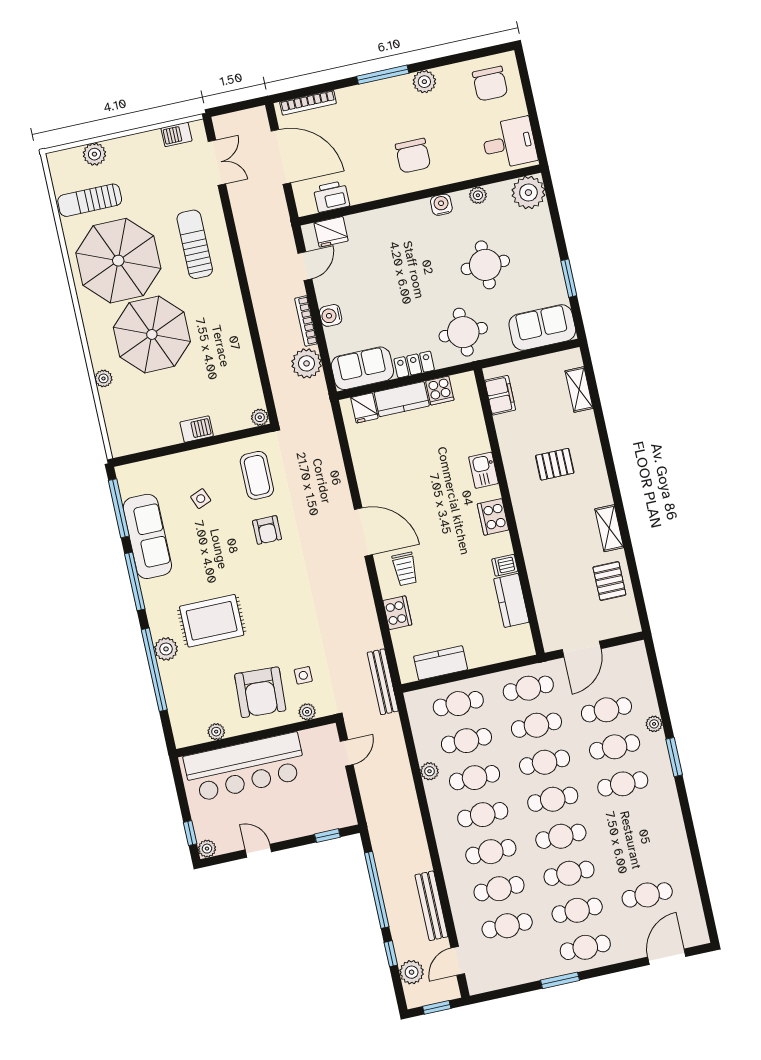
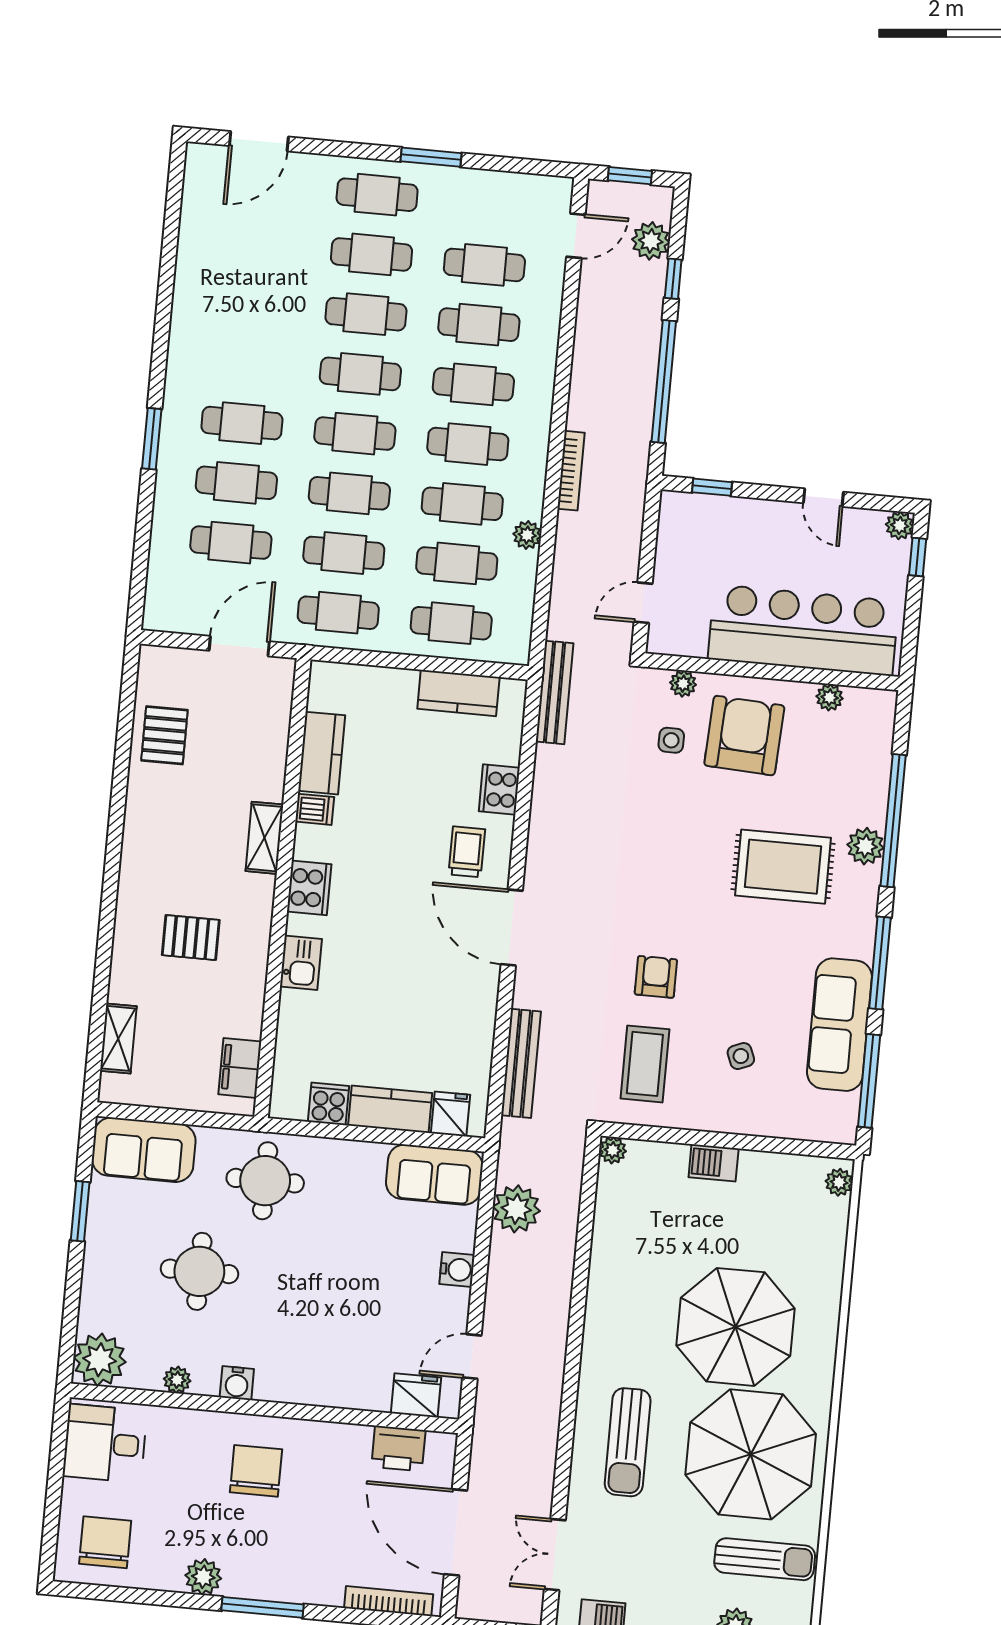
bookcase: (306, 321) -> (571, 471), moved
locker: (414, 364) -> (355, 1156), removed
plant: (103, 378) -> (839, 1182), moved
shelving: (609, 528) -> (264, 838), moved
plant: (654, 724) -> (166, 498), removed
cafe table: (647, 895) -> (259, 244), removed
bench: (431, 906) -> (521, 1063), moved

